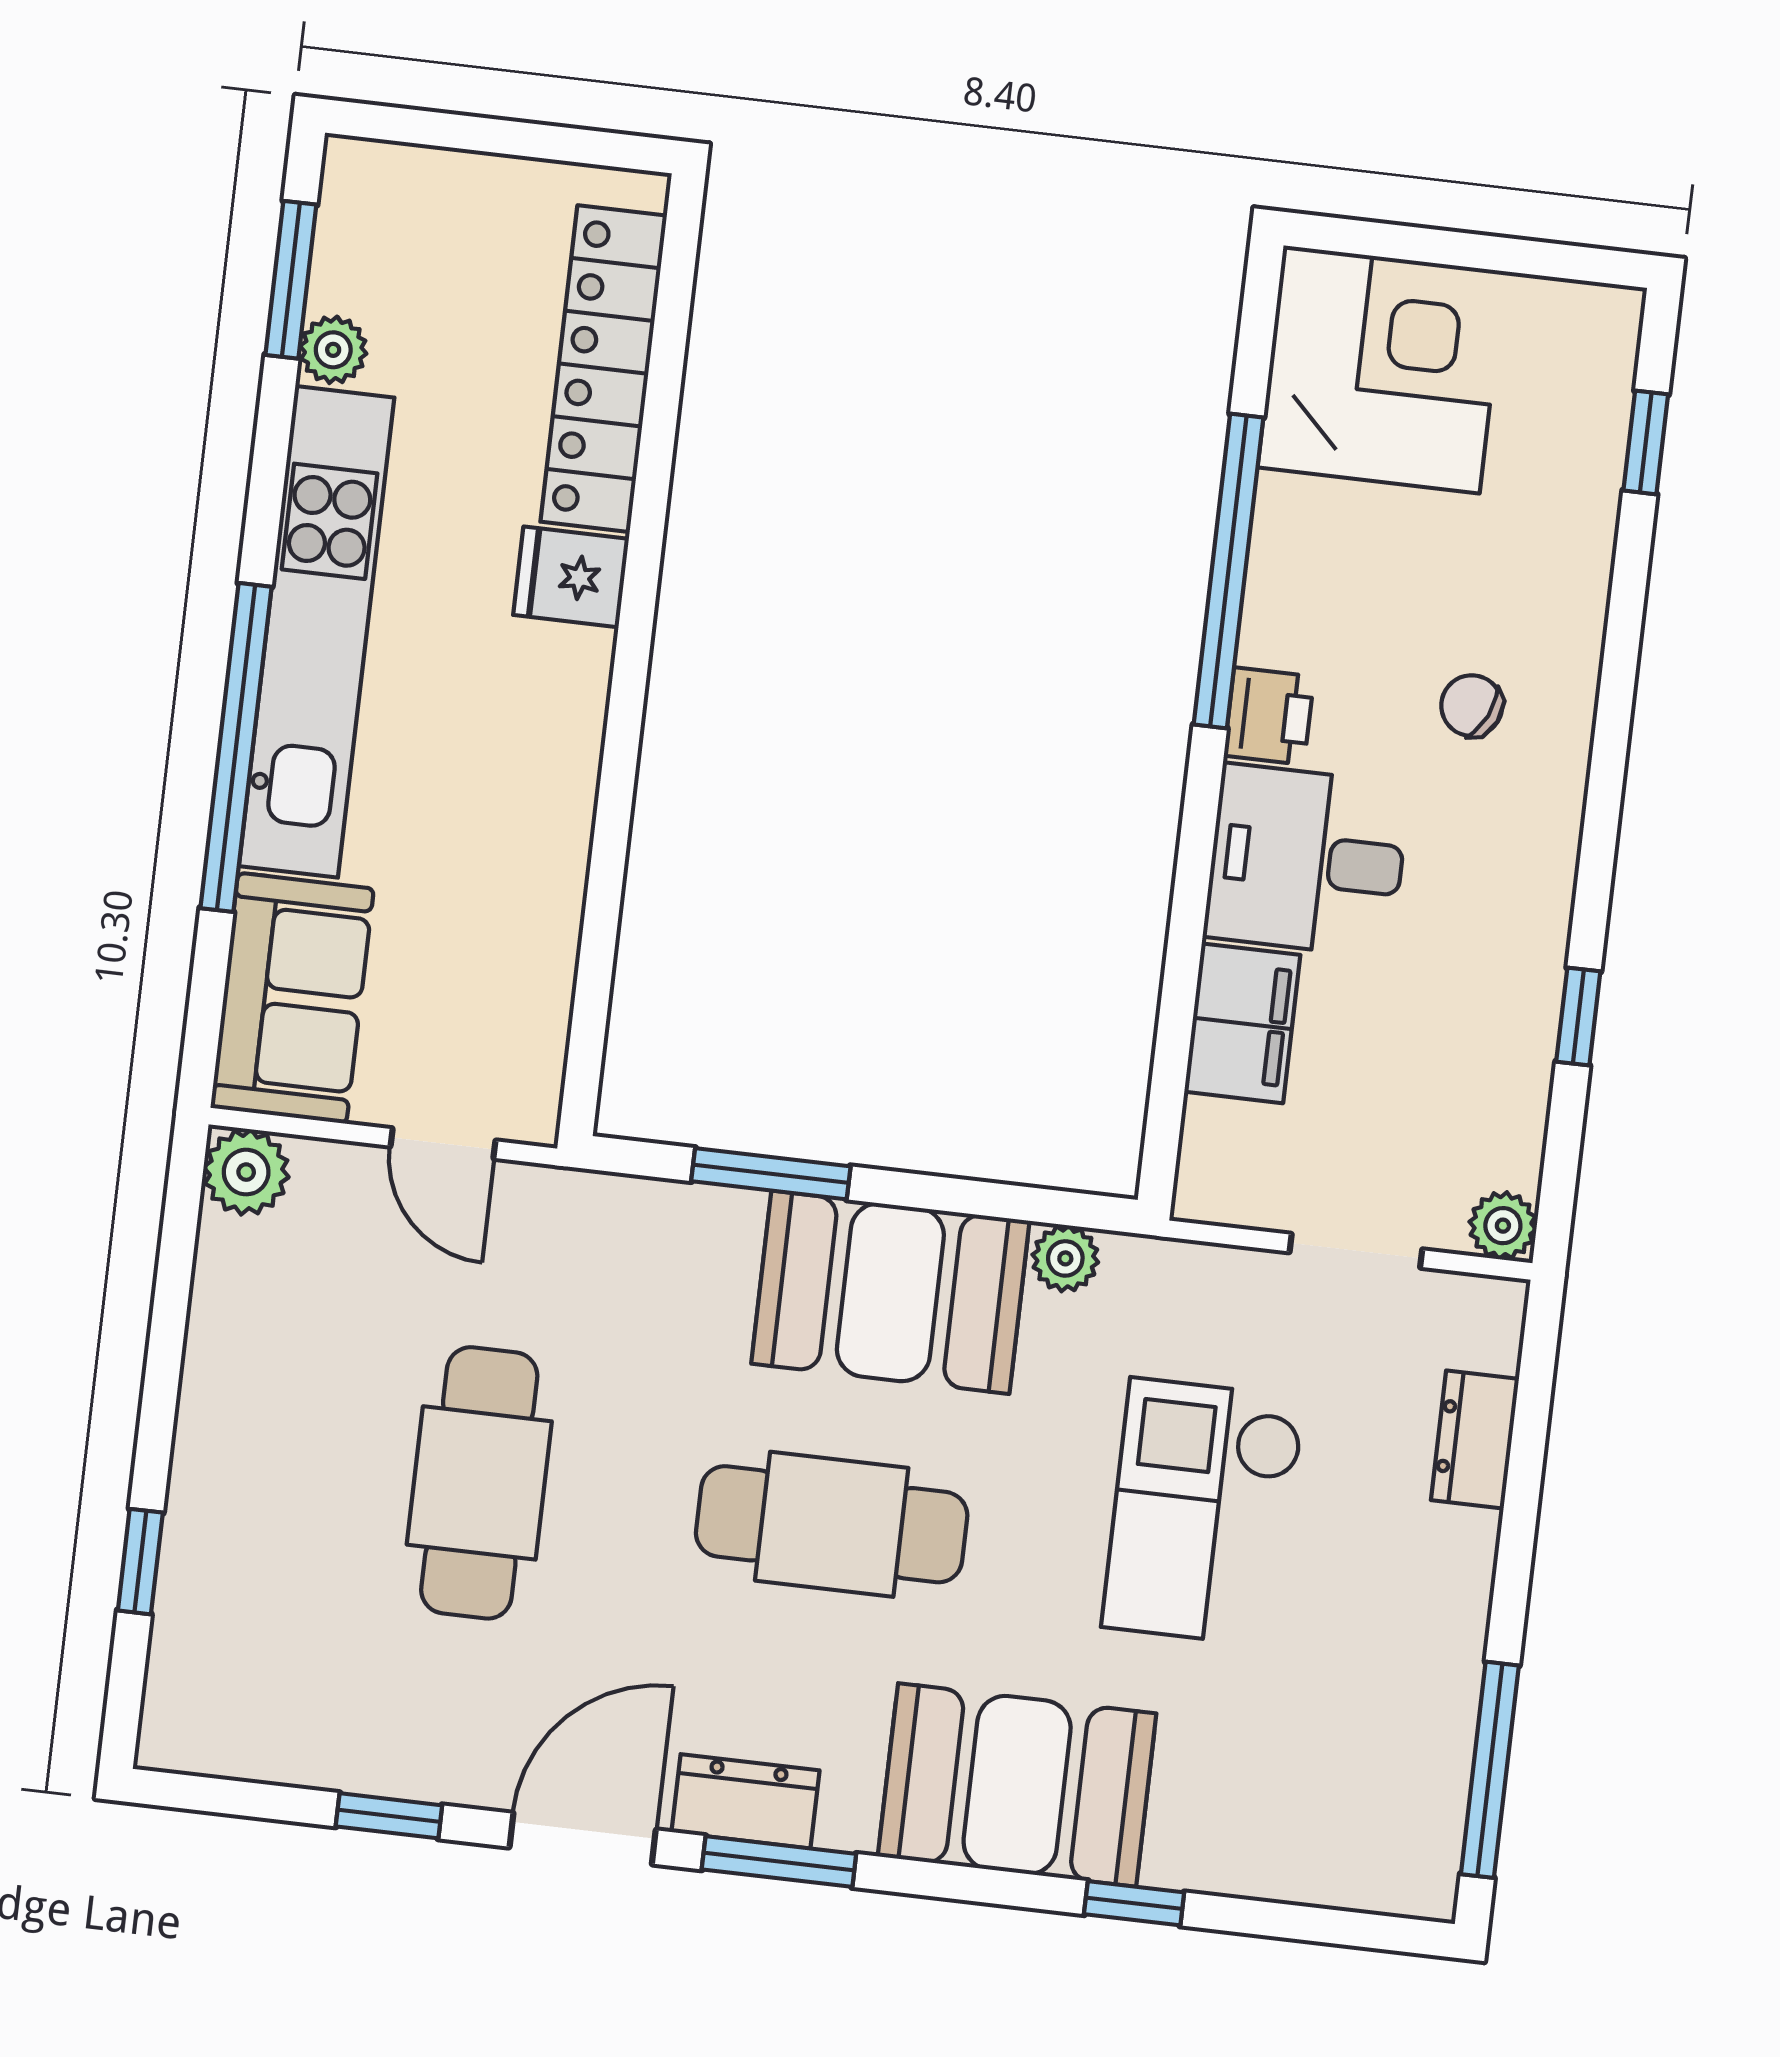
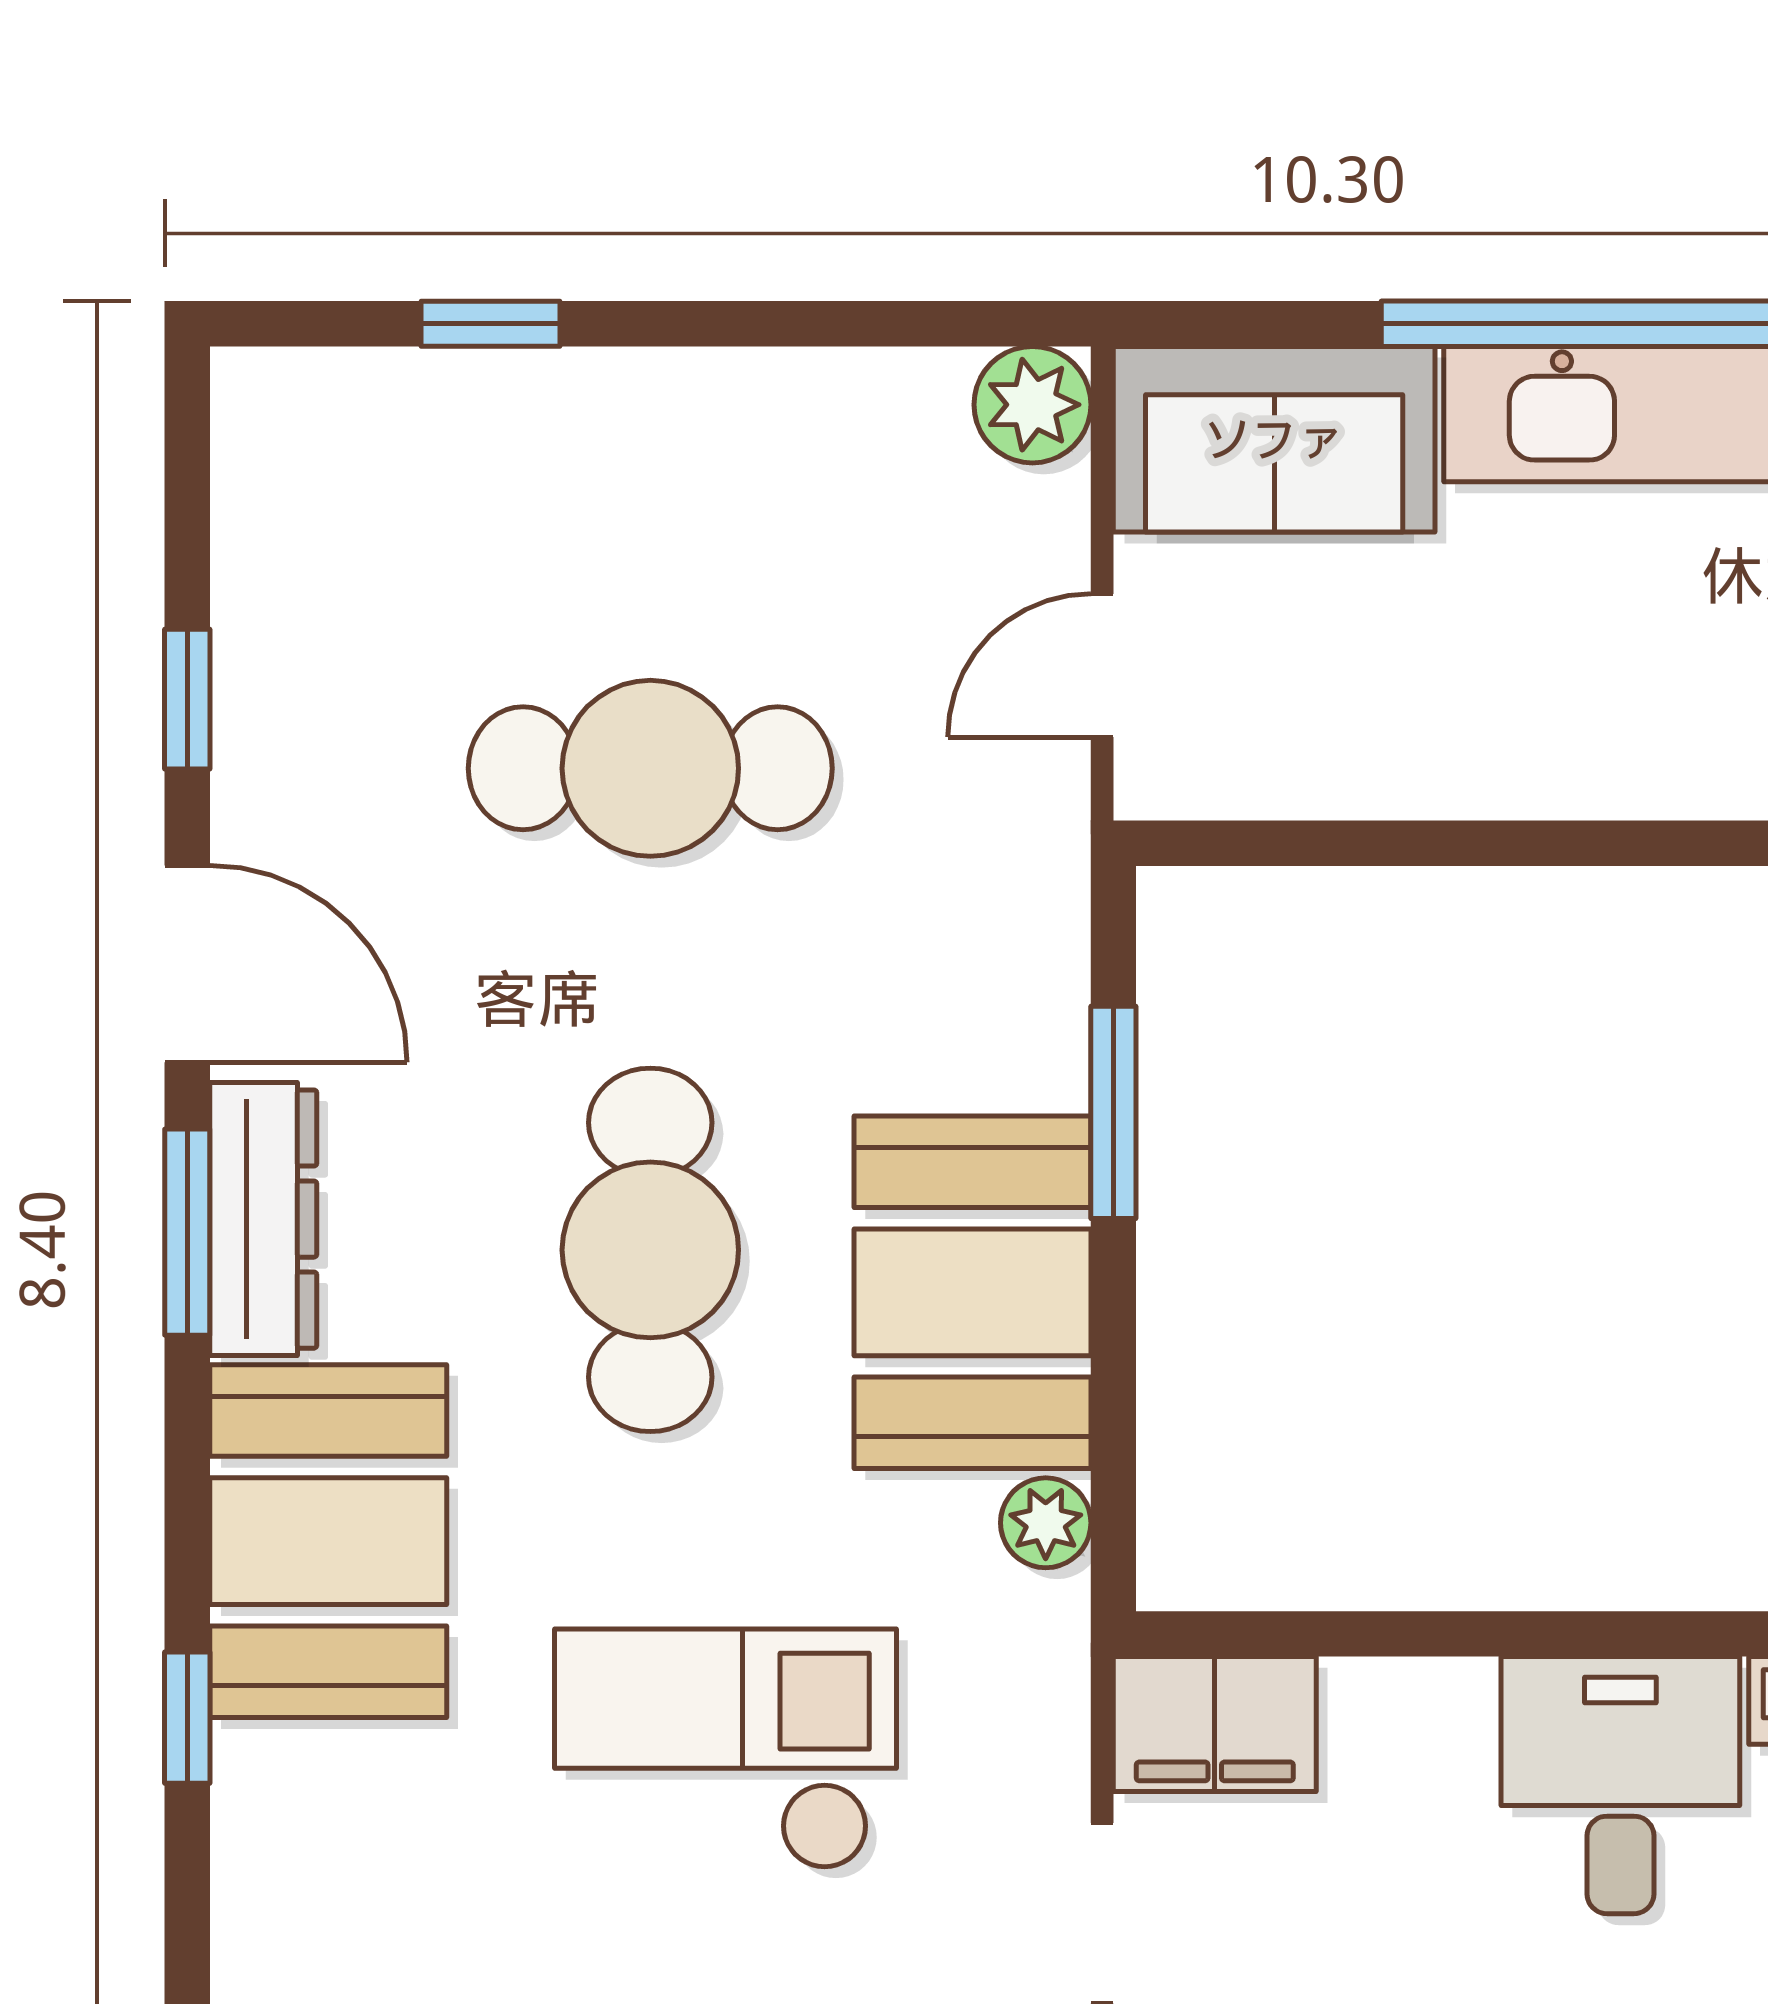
filing cabinet: (1242, 1023) -> (1215, 1724), moved
dresser: (745, 1801) -> (263, 1219), width x1.44

